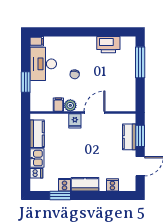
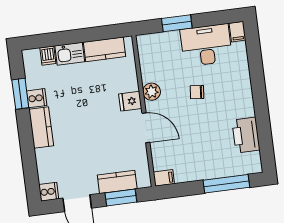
filing cabinet: (58, 105) -> (164, 178), moved
cooker: (112, 185) -> (49, 192), moved

